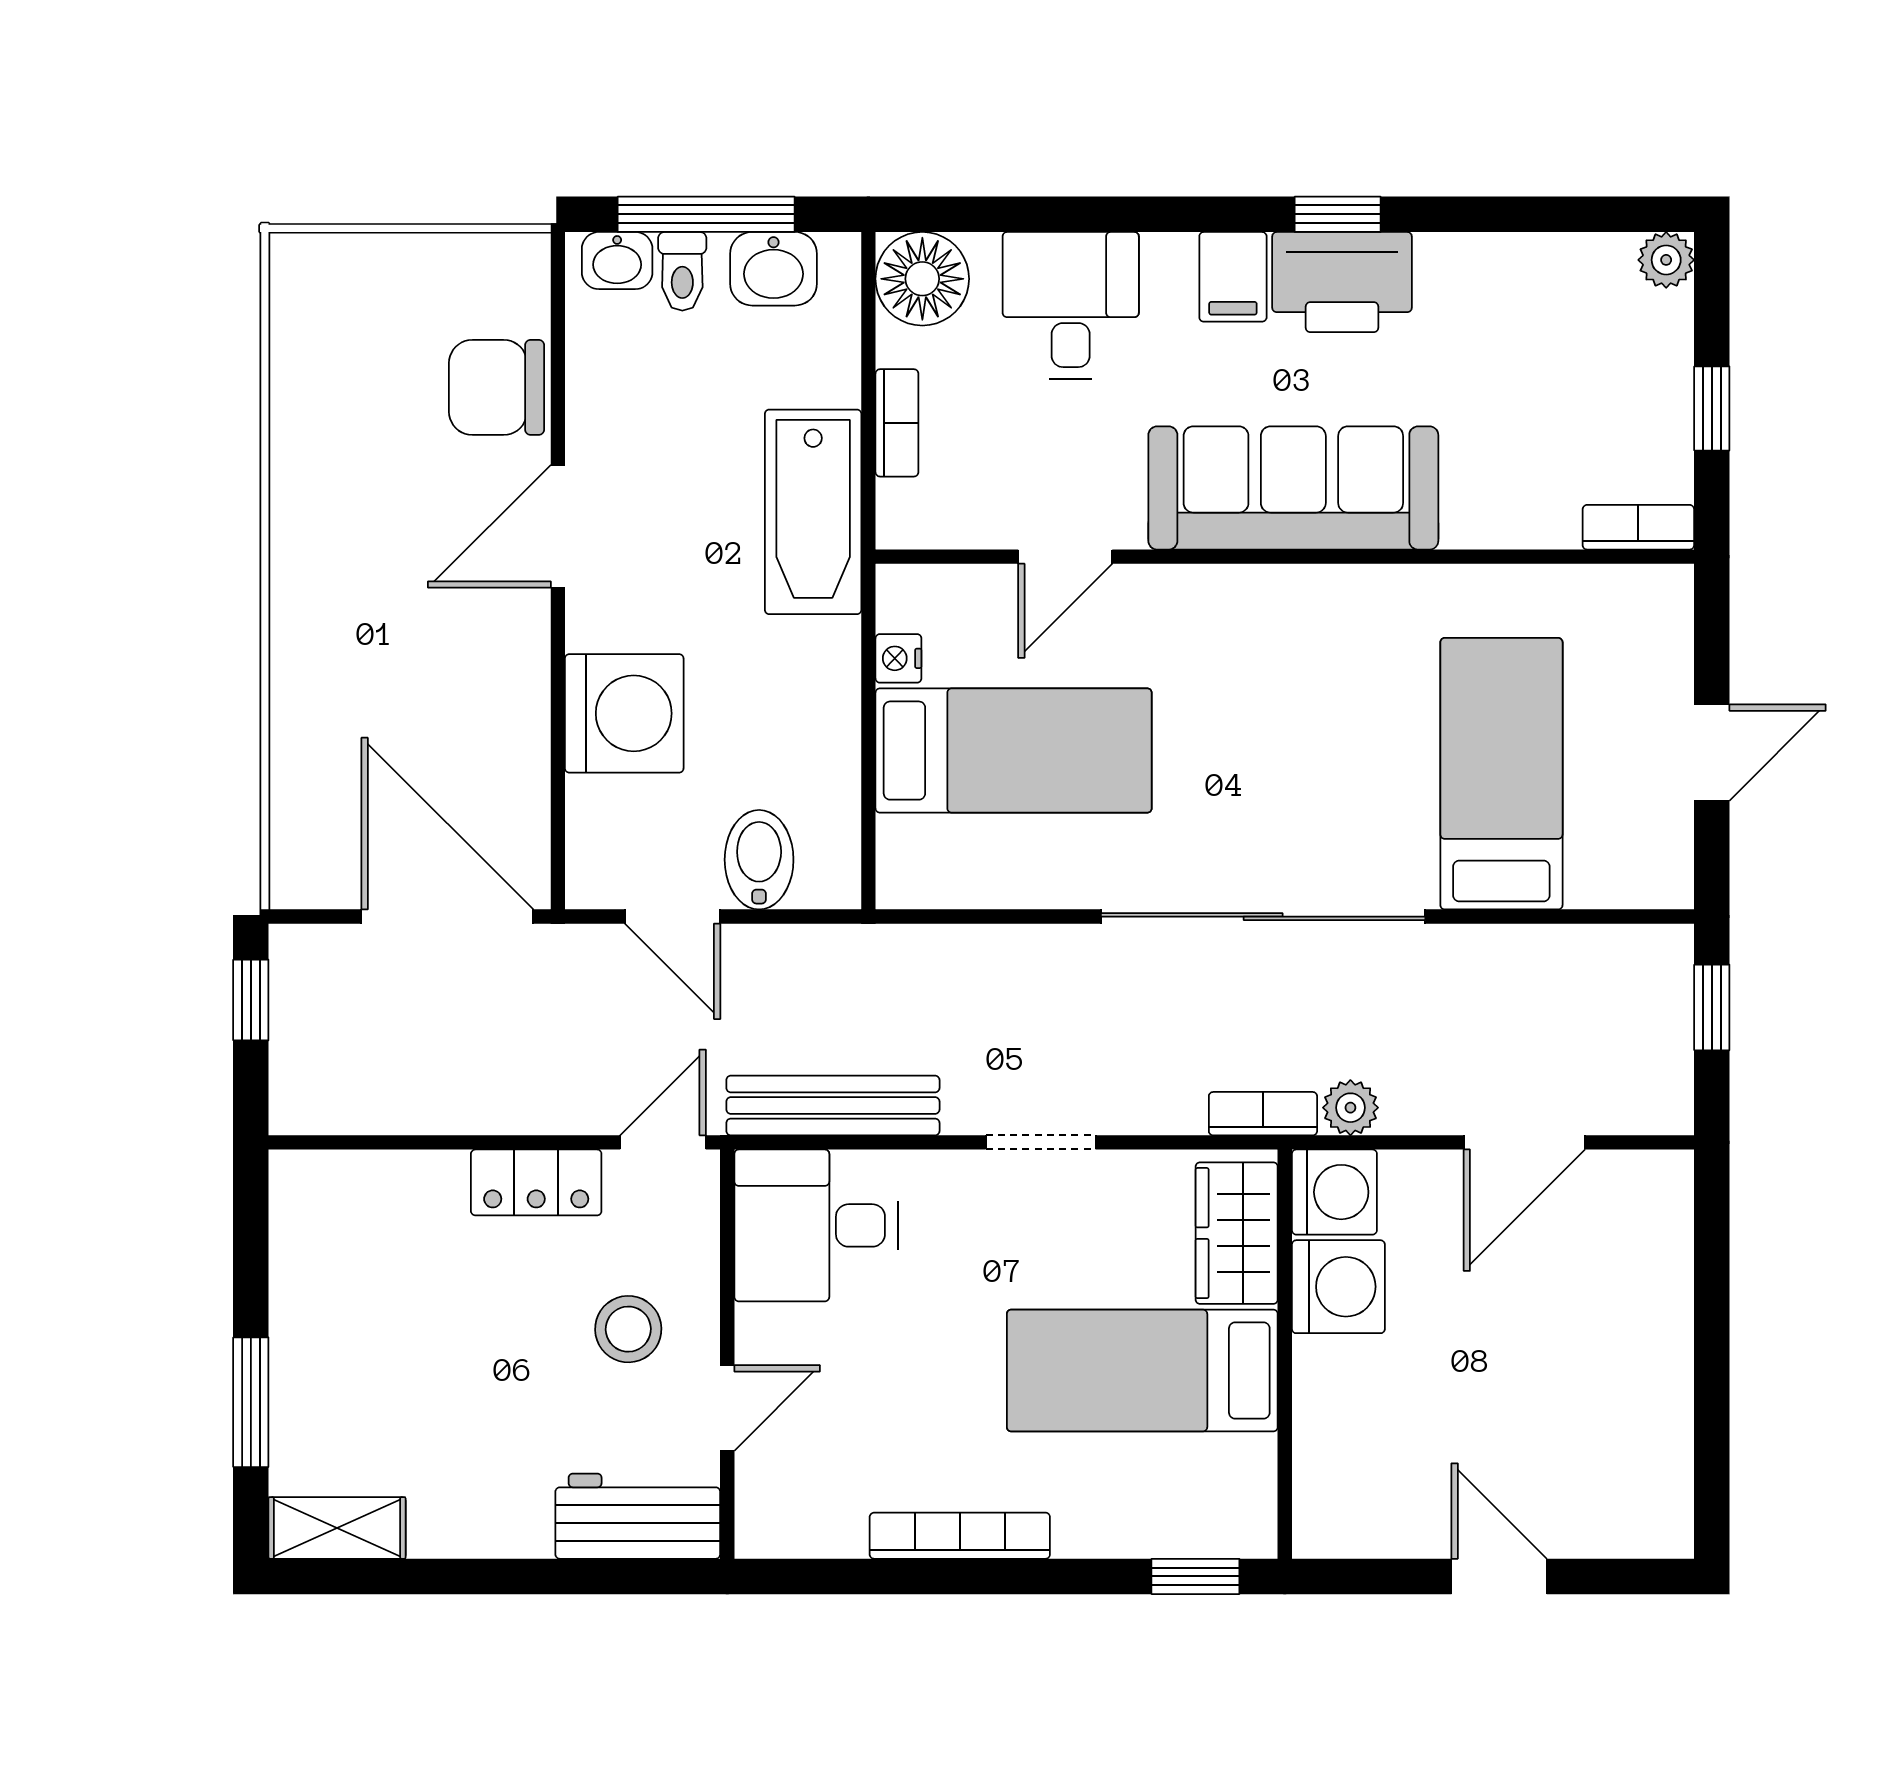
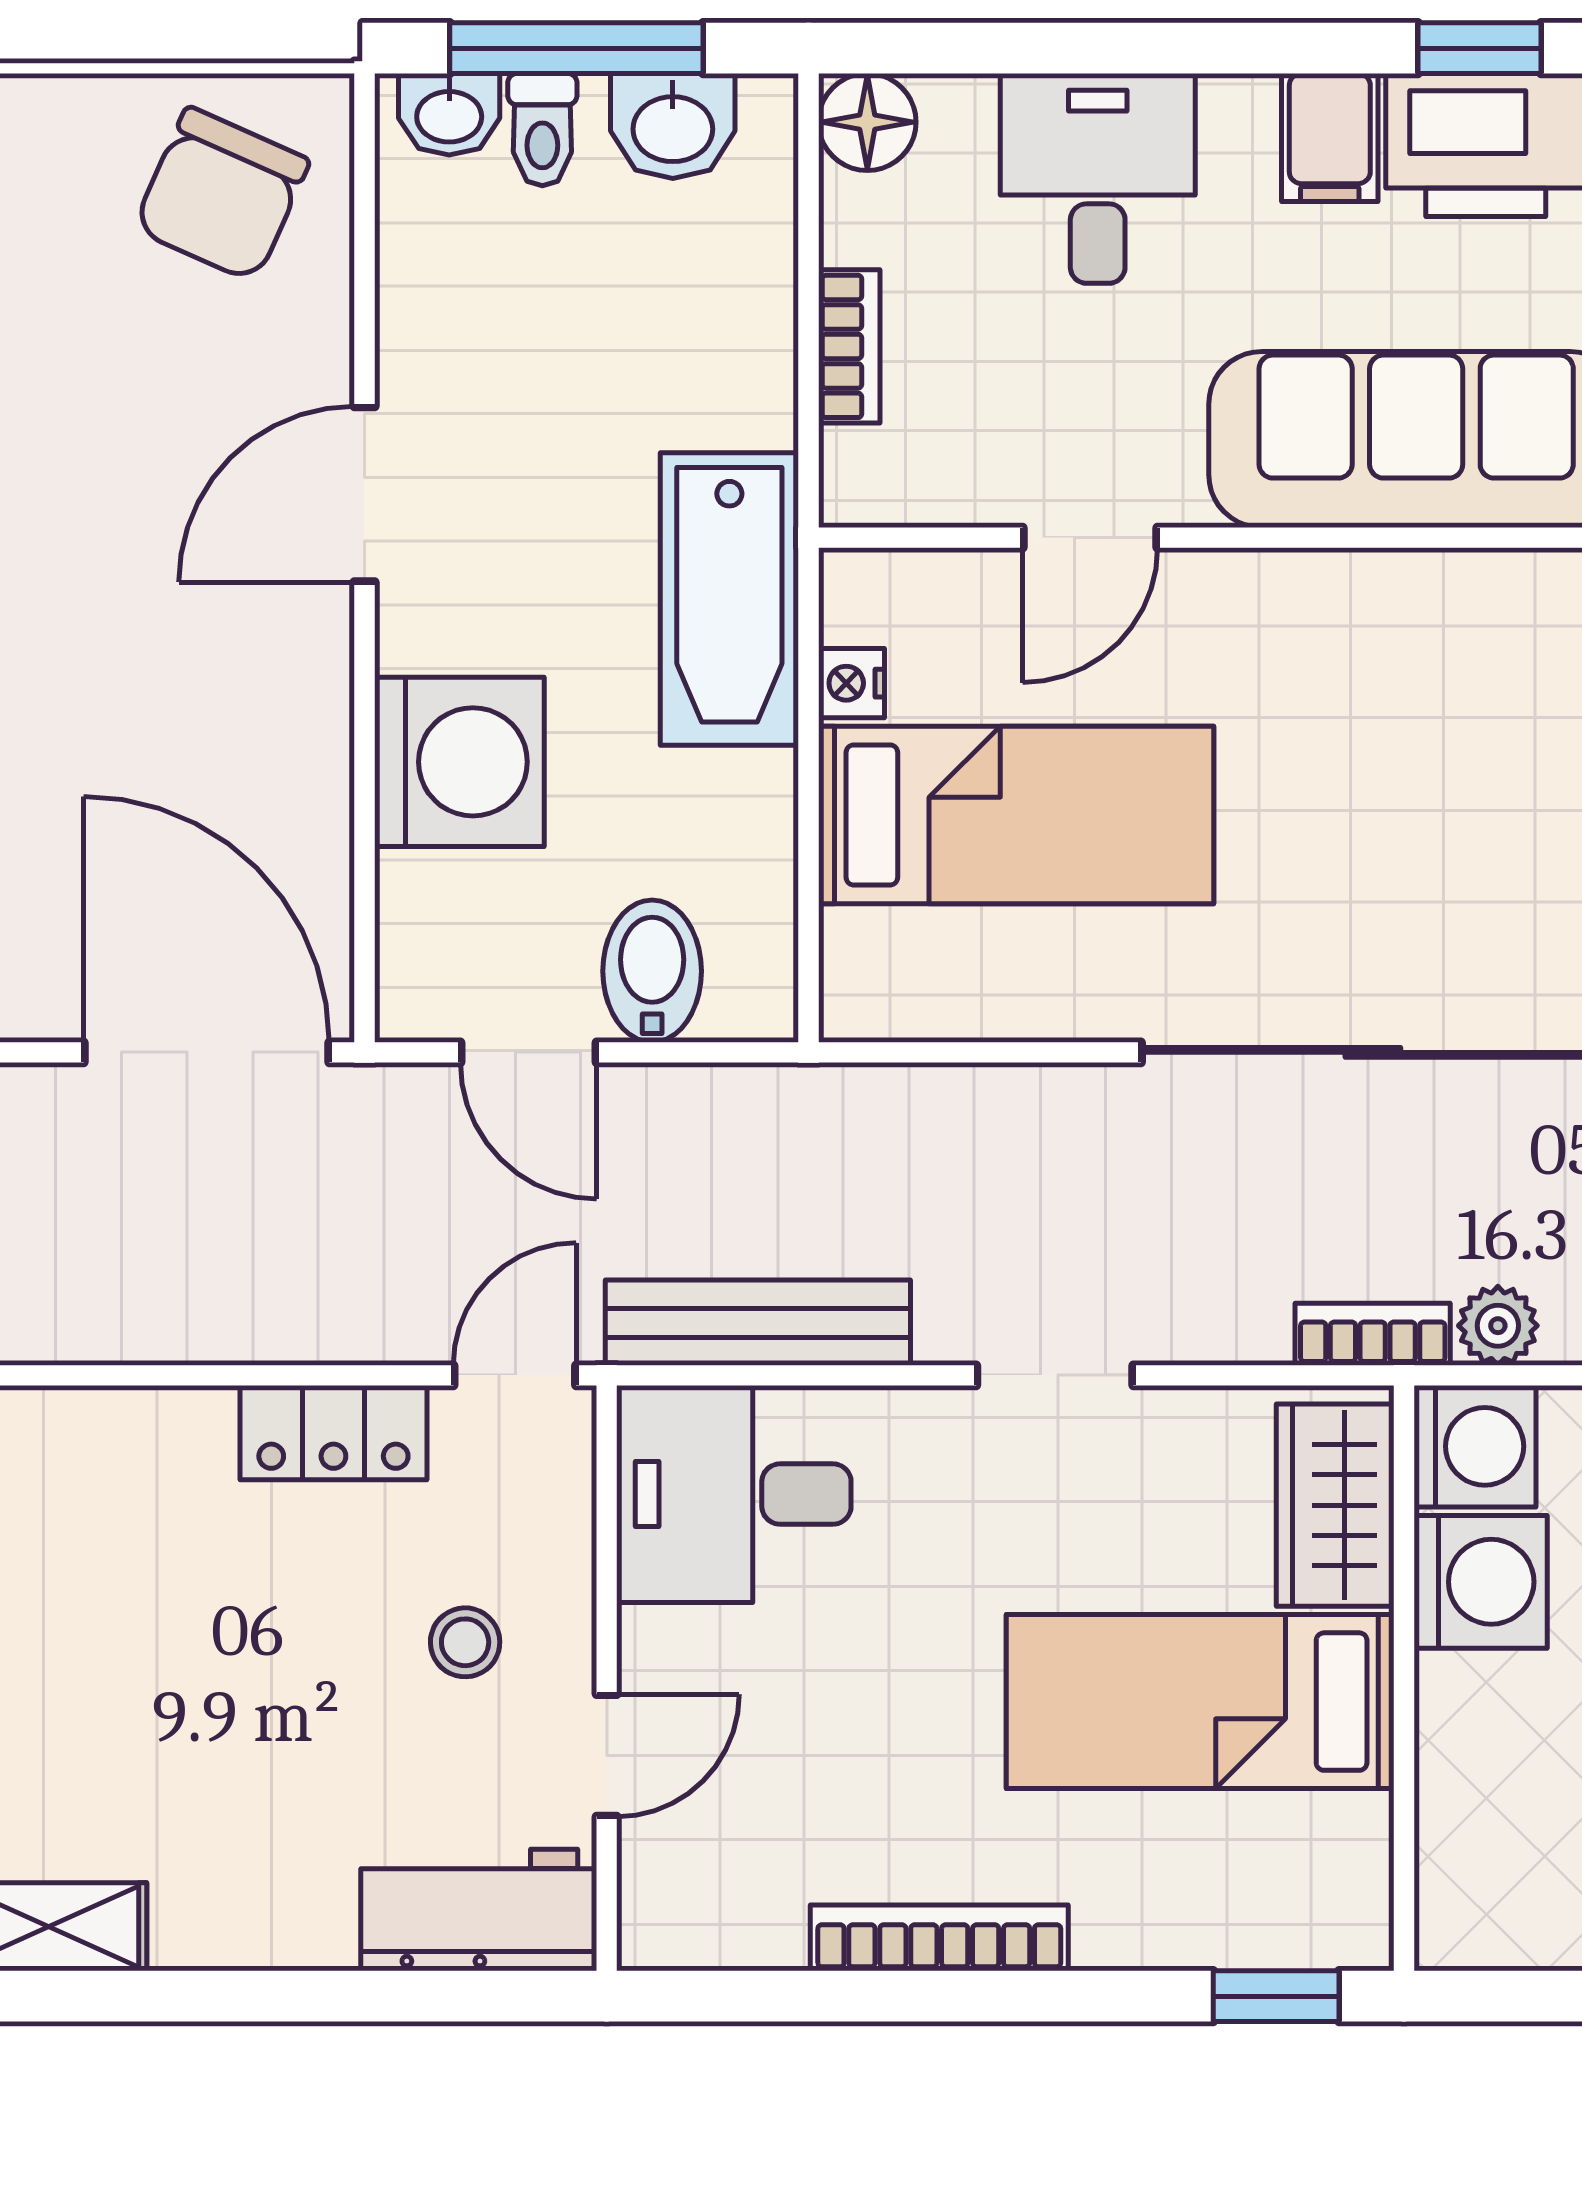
floor lamp: (922, 279) -> (867, 122), width x0.73, depth x0.73
chair: (497, 387) -> (221, 194), moved, turned -66
bathtub: (813, 512) -> (729, 599), moved
stool: (628, 1329) -> (465, 1642), width x0.73, depth x0.73

